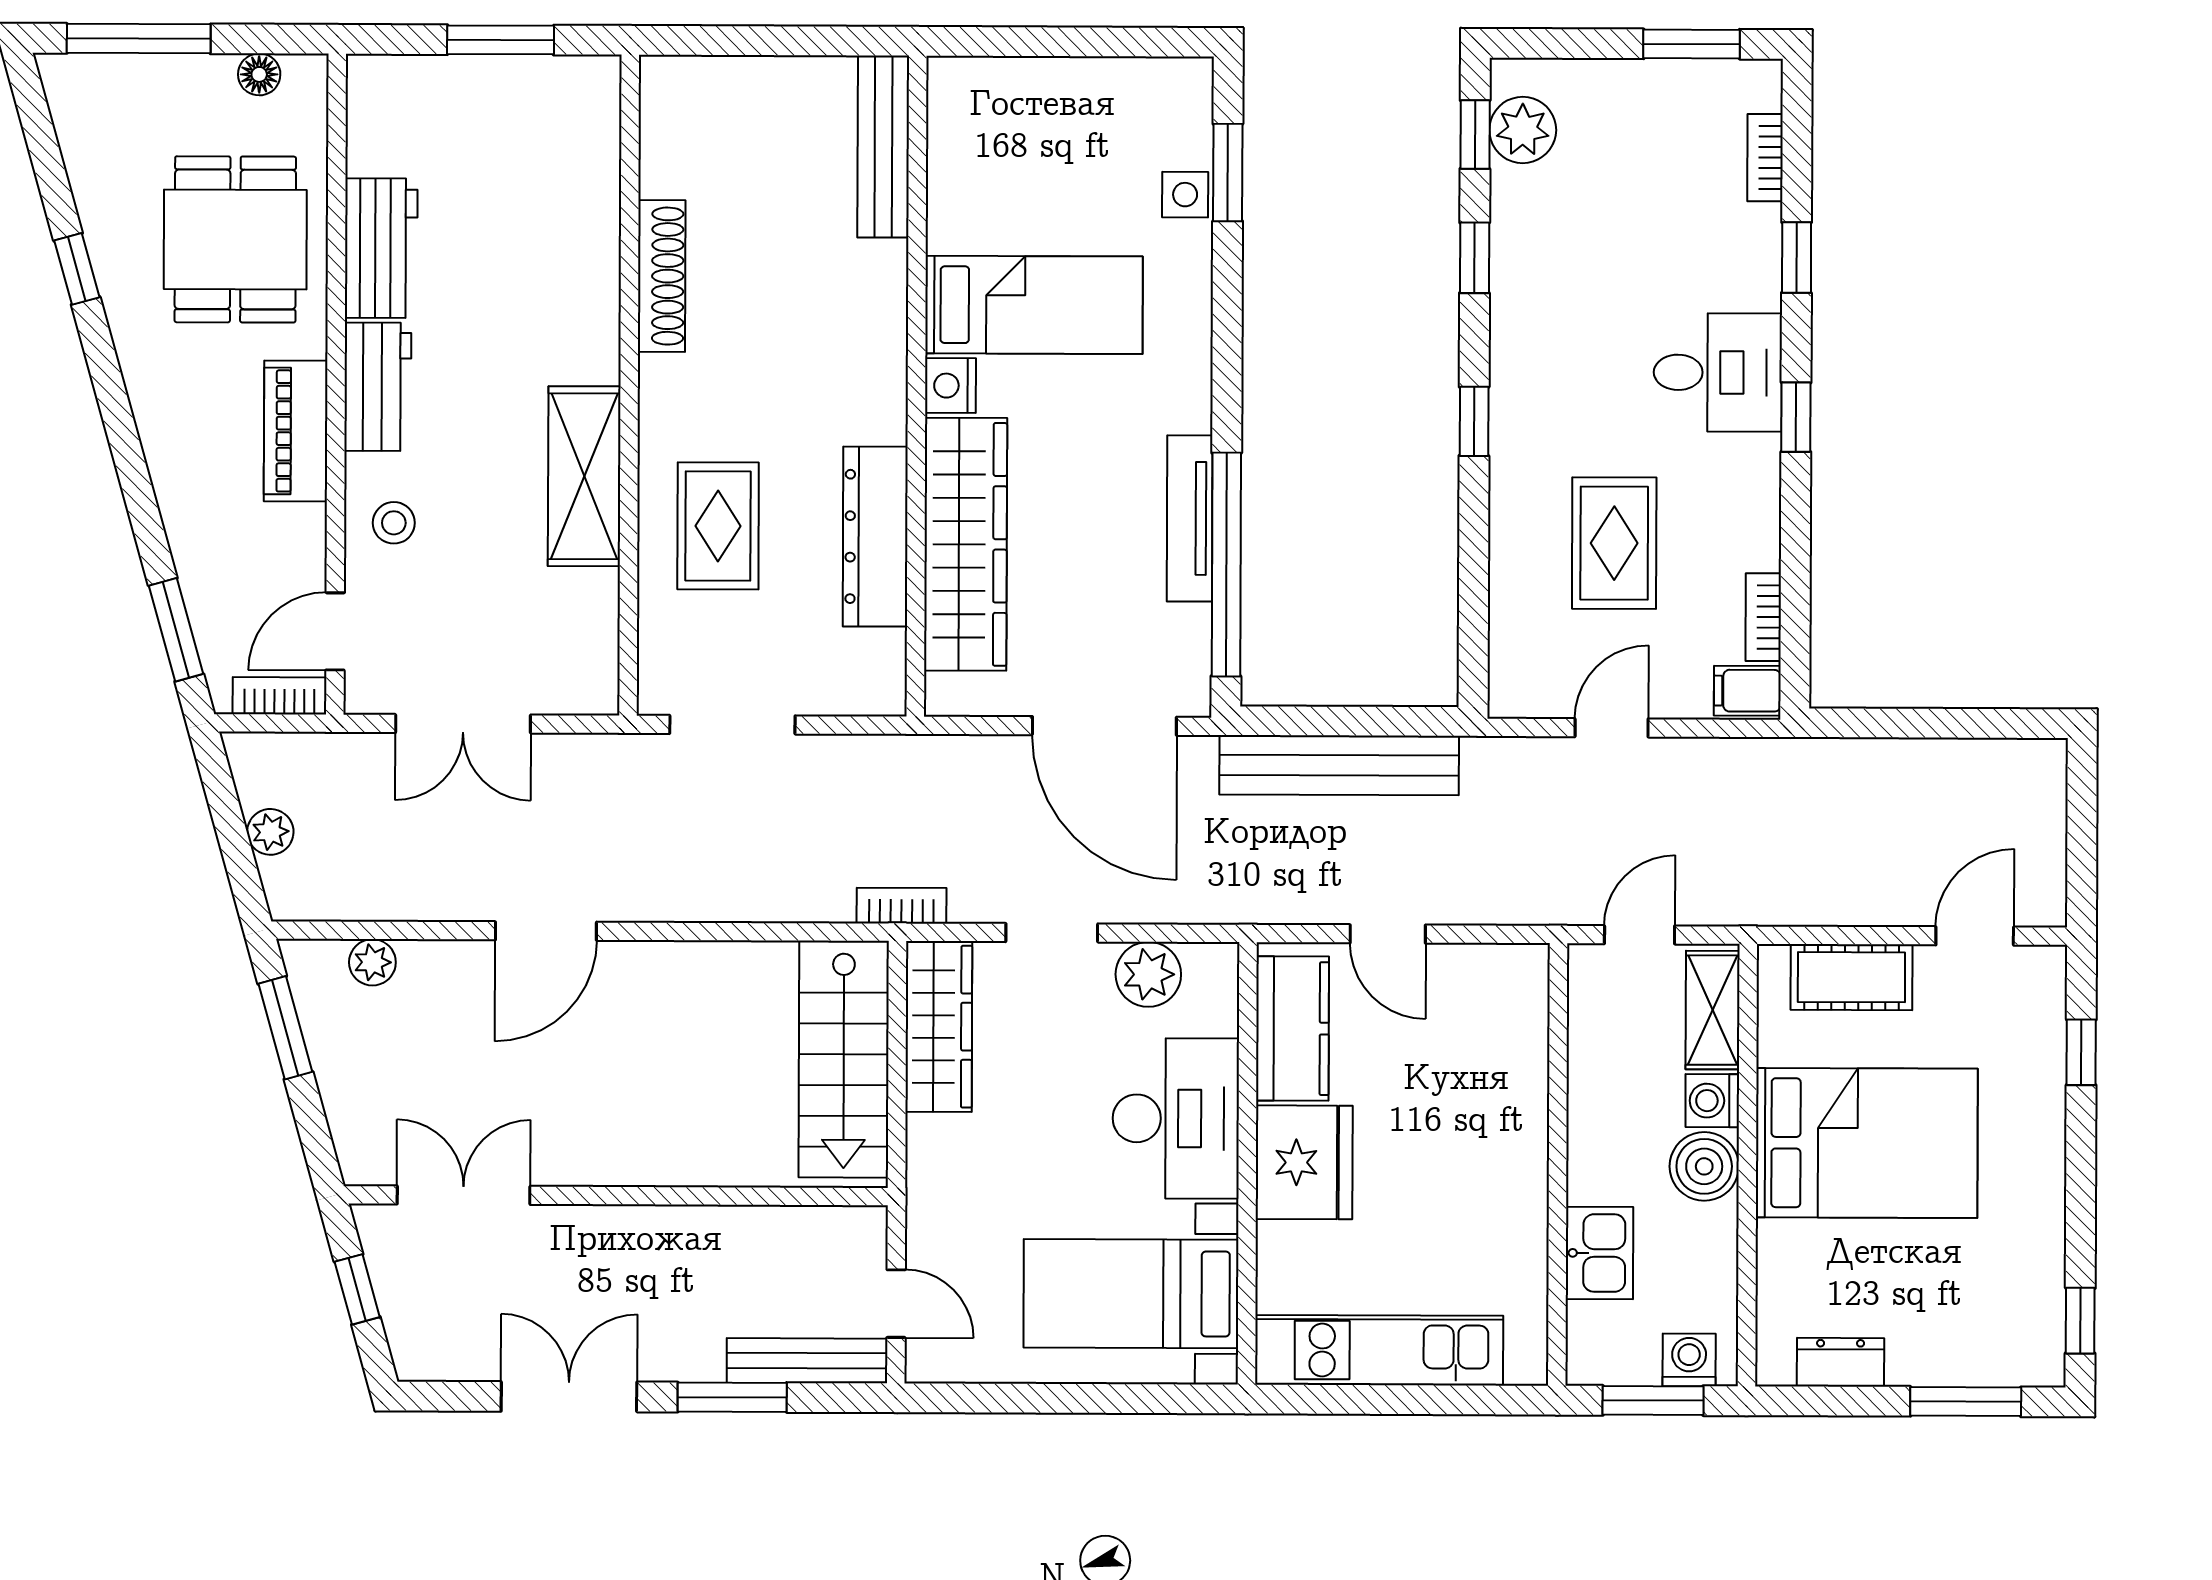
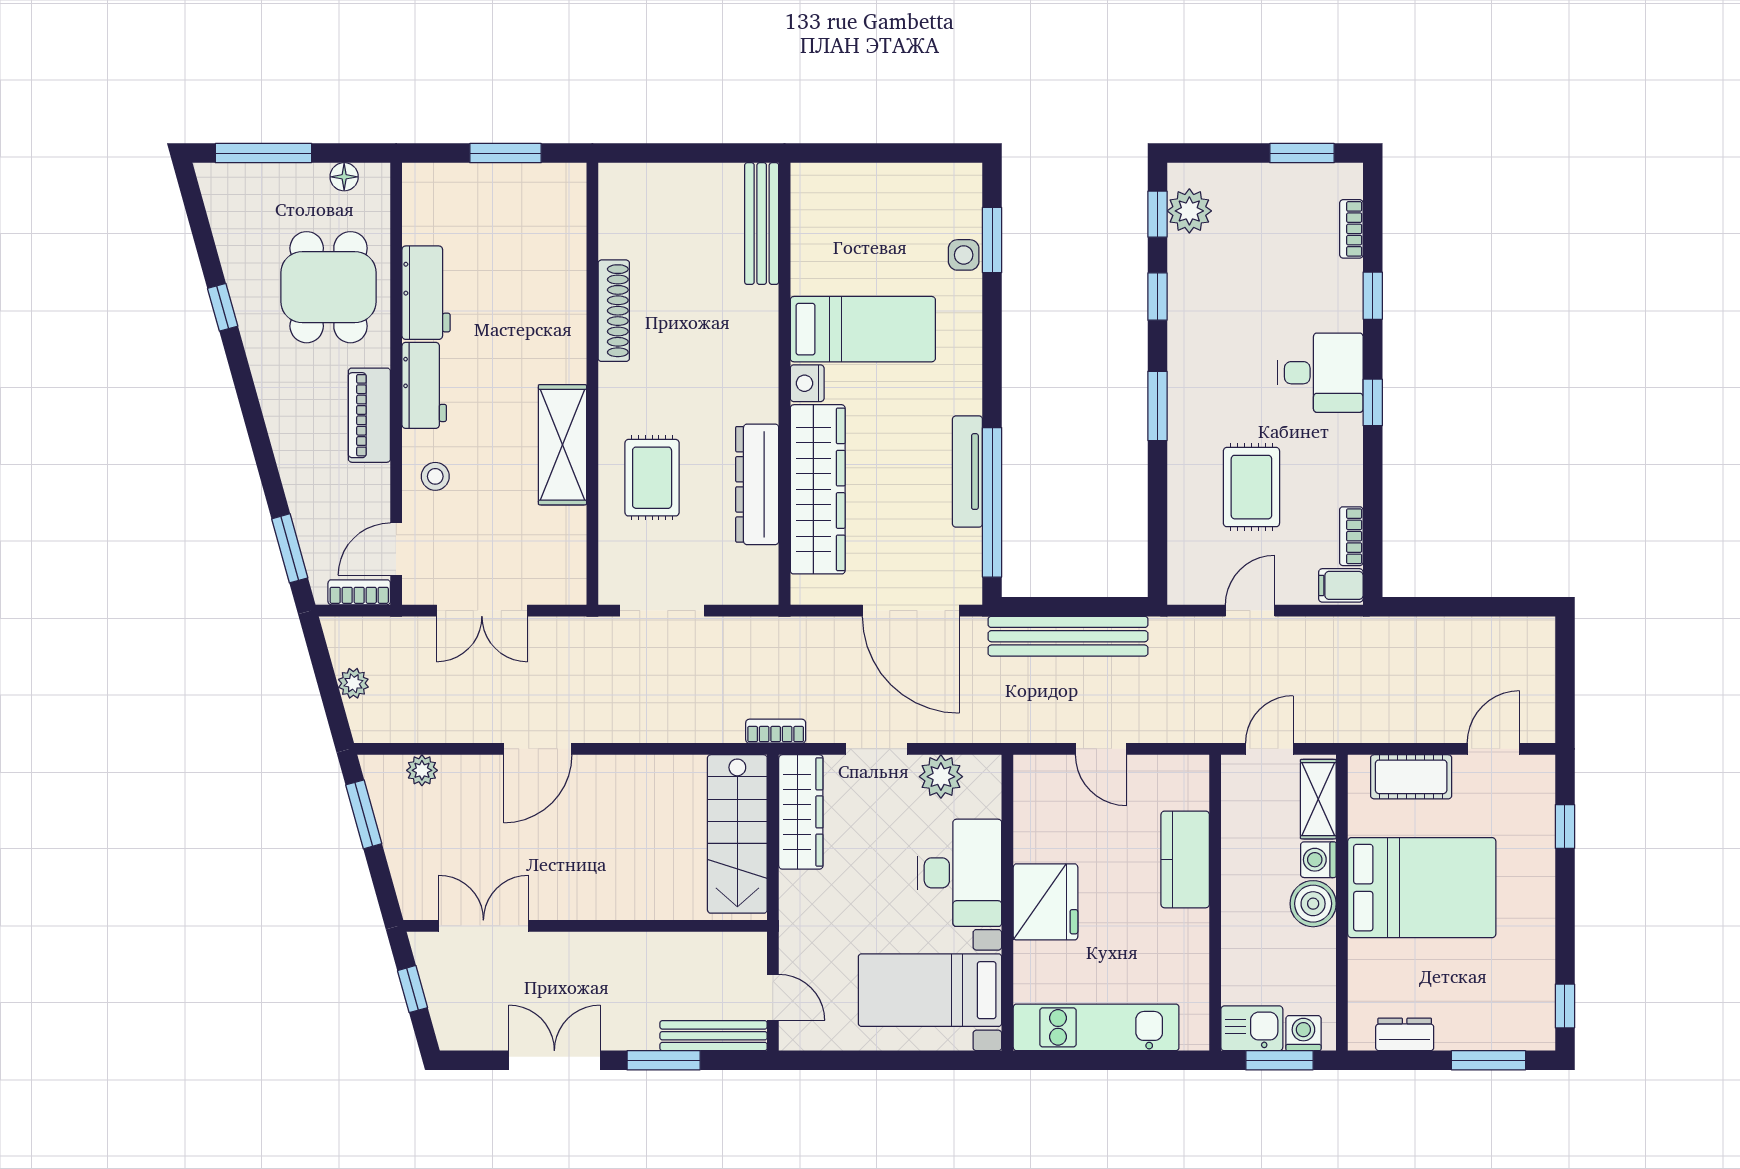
window: (1474, 421) -> (1157, 406), width x1.50
kitchen counter: (1292, 1028) -> (1185, 859), moved, turned 180
kitchen sink: (1600, 1253) -> (1252, 1028), moved, turned -90

